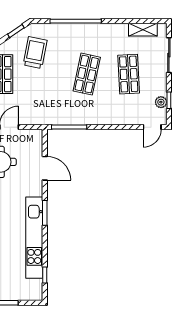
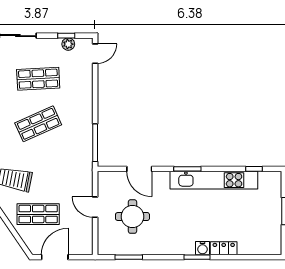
shop shelf: (87, 74) -> (38, 124), turned -36
door: (152, 127) -> (95, 54), hinge flipped
door: (45, 168) -> (139, 169), swing flipped

